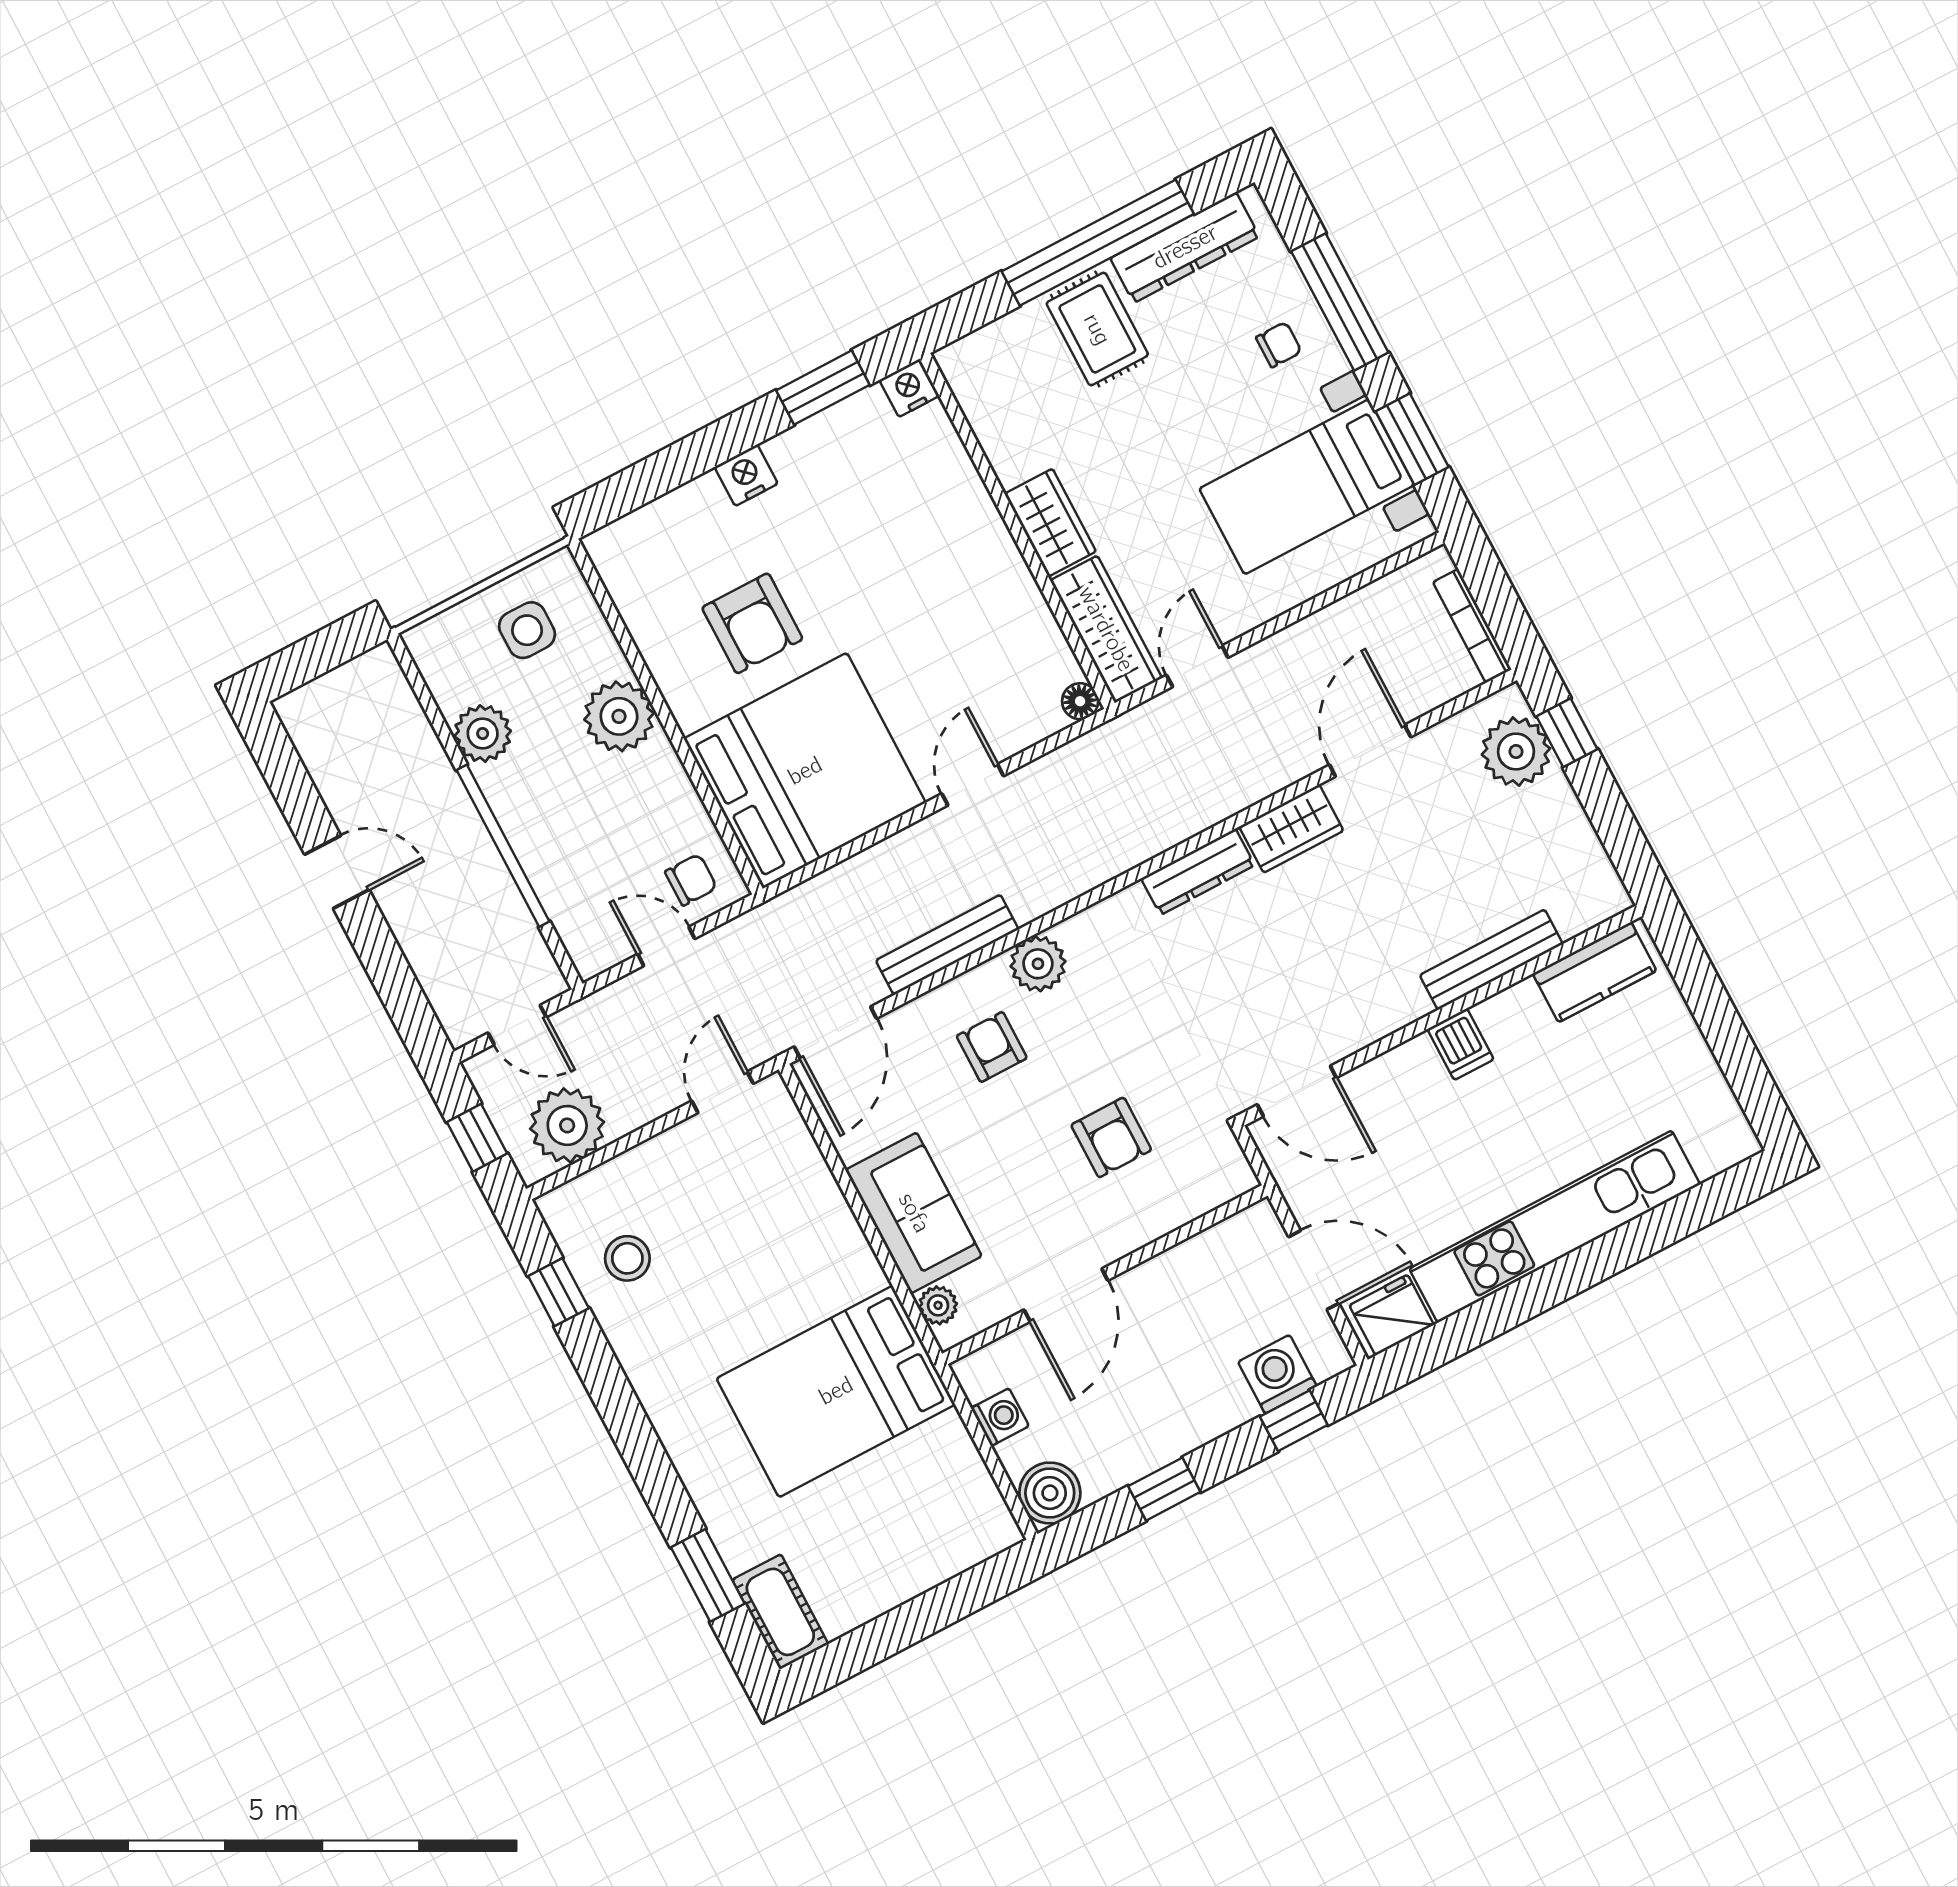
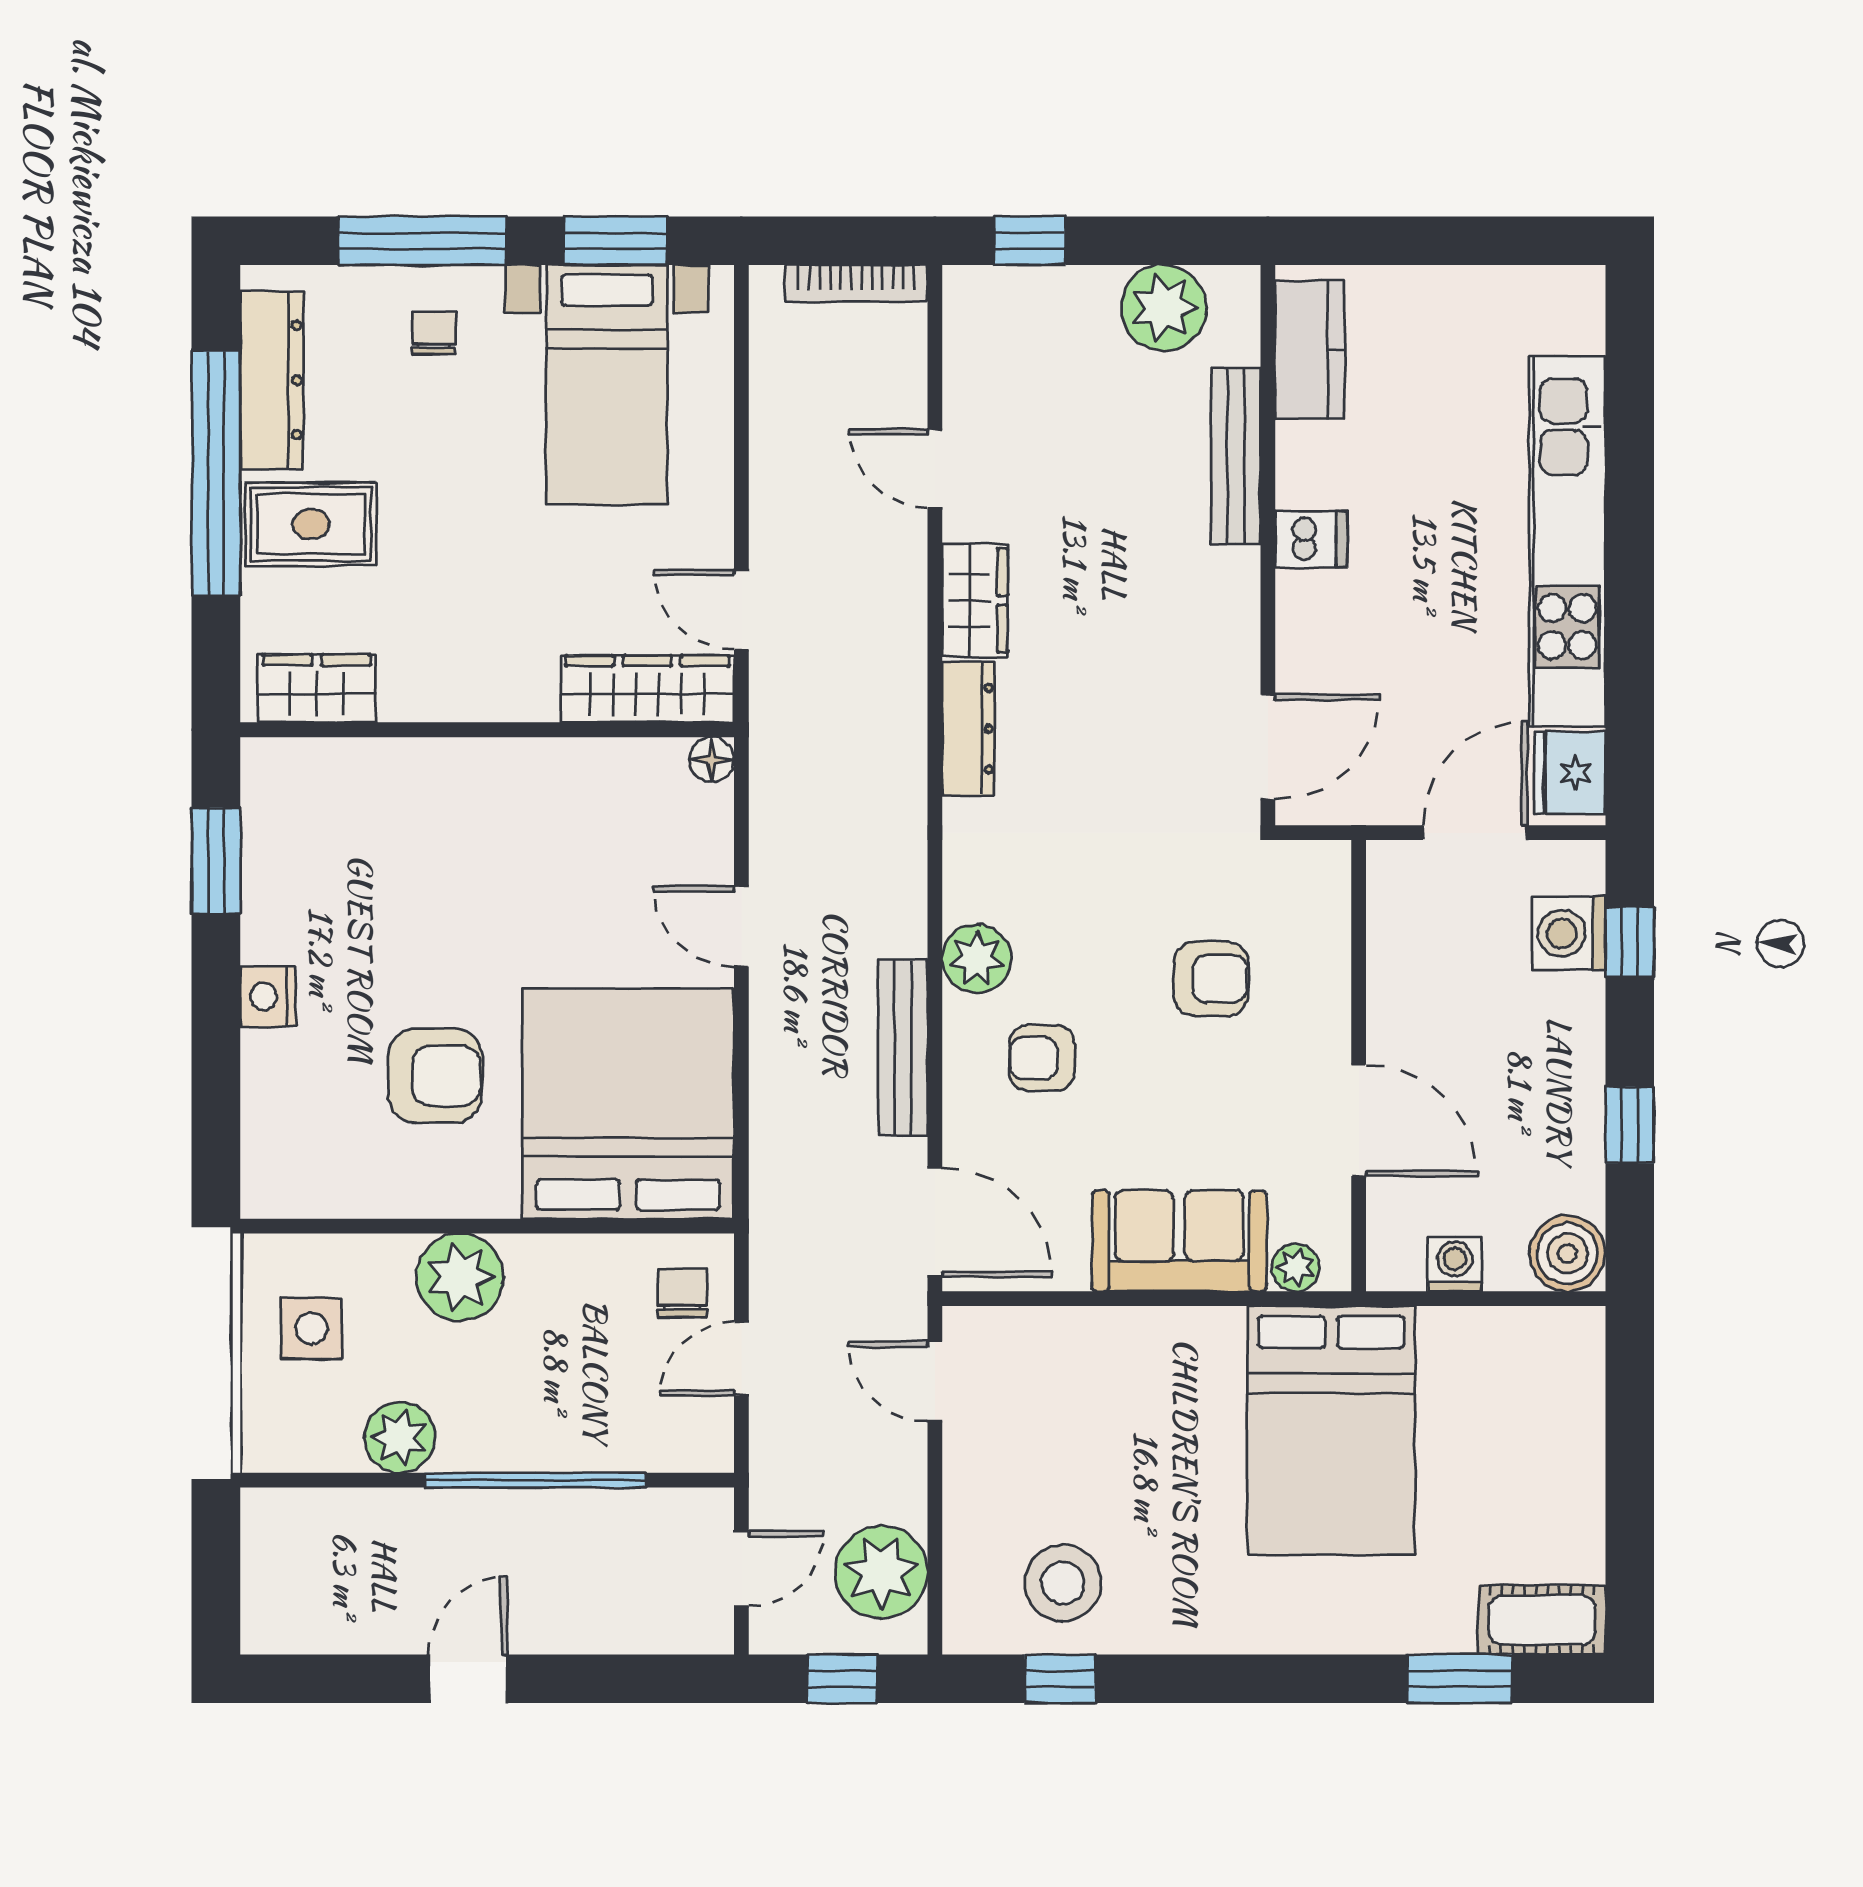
nightstand: (909, 388) -> (267, 766), removed
wardrobe: (1050, 523) -> (317, 688), moved
door: (1370, 751) -> (935, 468), width x0.73
plant: (1516, 752) -> (1164, 308), moved
stool: (627, 1258) -> (1063, 1583), width x1.38, depth x1.38

